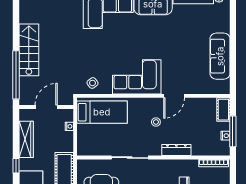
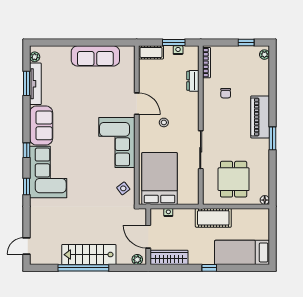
window: (16, 75) -> (83, 268), moved
plant: (24, 96) -> (137, 260), added
bed: (102, 112) -> (160, 178), width x1.50
window: (233, 131) -> (174, 43), width x0.69
wardrobe: (26, 139) -> (169, 257), moved
dresser: (176, 150) -> (193, 81), moved, width x0.70

